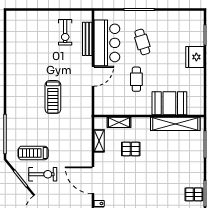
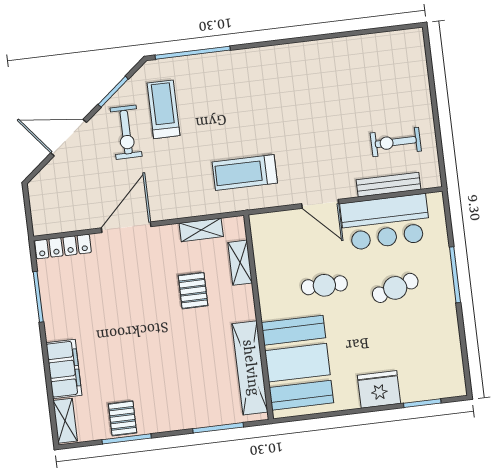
treadmill: (53, 97) -> (245, 173), moved
booth: (169, 103) -> (297, 363), width x1.36, depth x1.42

